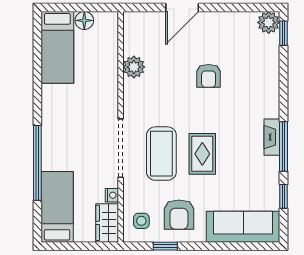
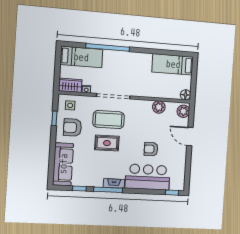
floor lamp: (84, 20) -> (186, 95), moved
plant: (269, 22) -> (183, 111), moved
bar counter: (258, 78) -> (148, 177), added

